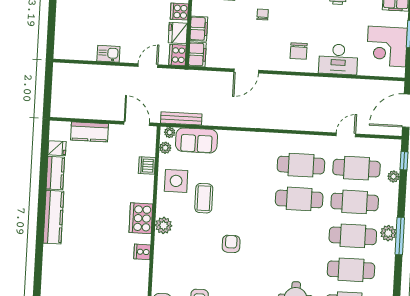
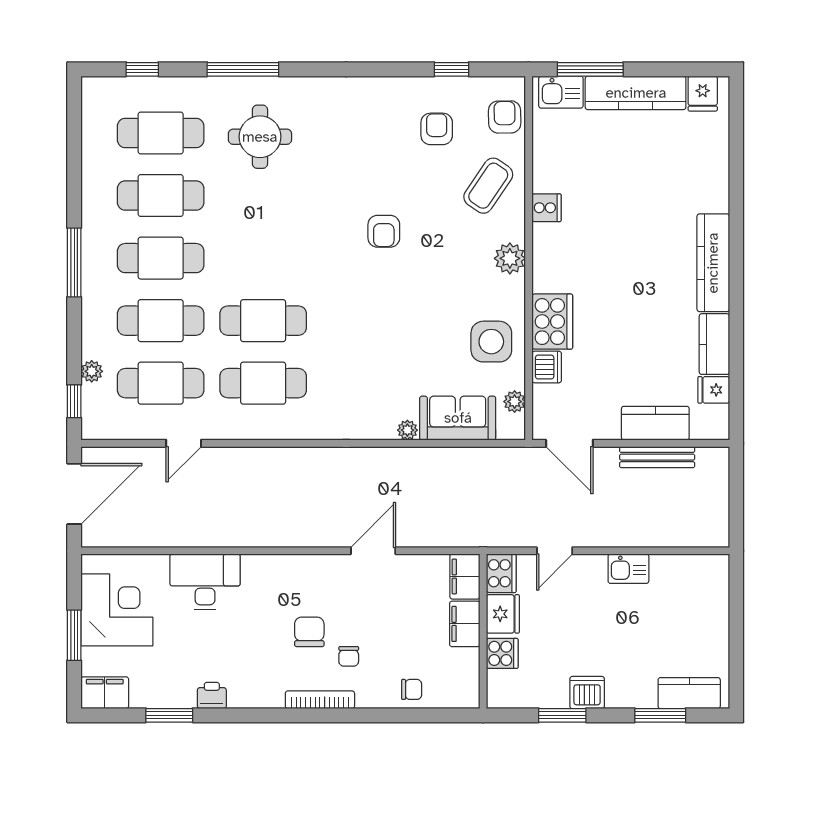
chair: (299, 51) -> (309, 632), moved
bench: (181, 118) -> (657, 457), moved
plant: (170, 132) -> (407, 430), moved
coffee table: (204, 198) -> (488, 186), moved, turned 34
cooker: (141, 218) -> (552, 322), moved
plant: (388, 233) -> (96, 267), removed

